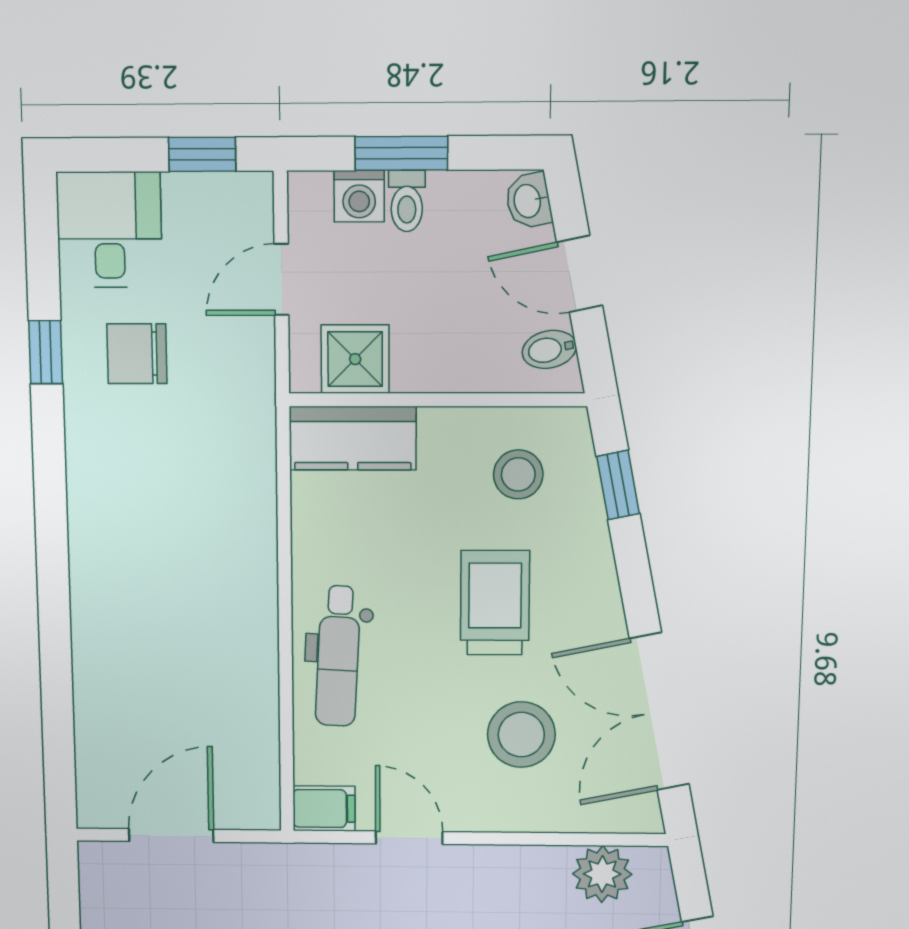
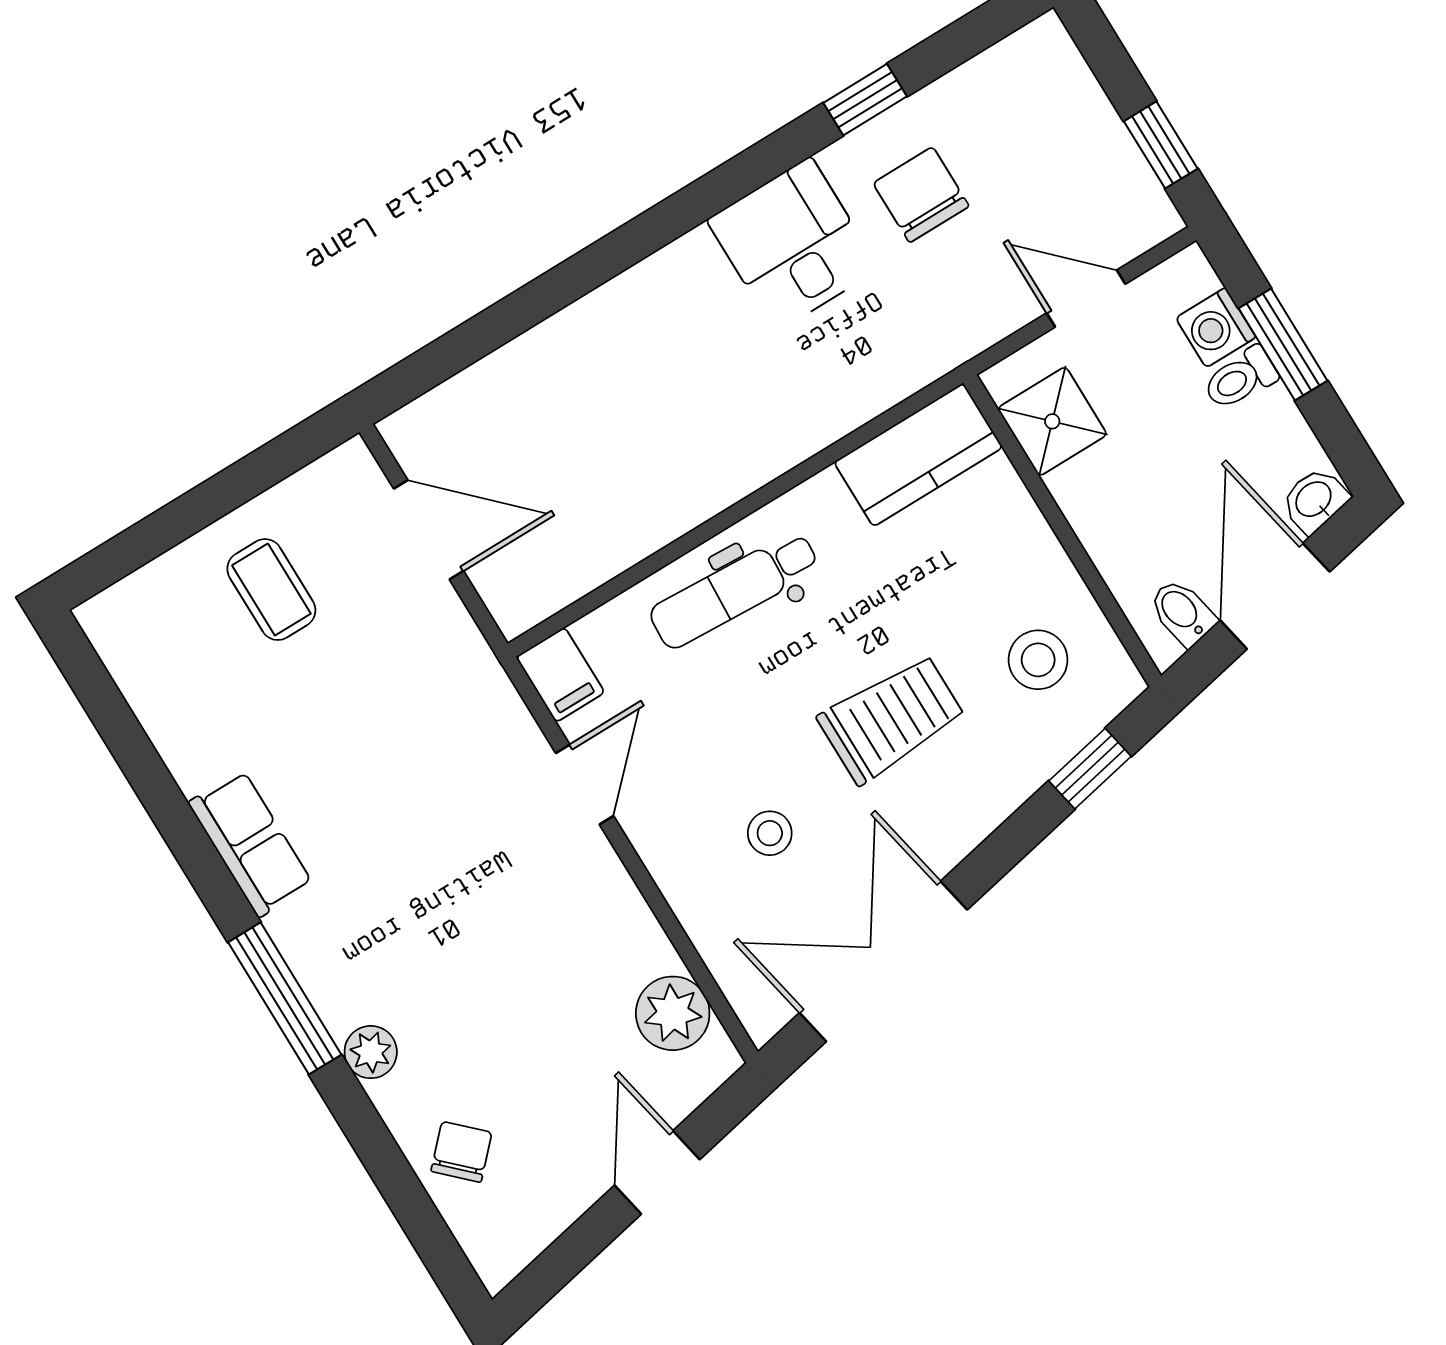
desk: (109, 230) -> (793, 244), moved, turned -90
door: (580, 274) -> (1275, 596), width x1.38
kitchen counter: (353, 438) -> (918, 455), moved, turned -90
stool: (521, 735) -> (770, 833), width x0.53, depth x0.53

